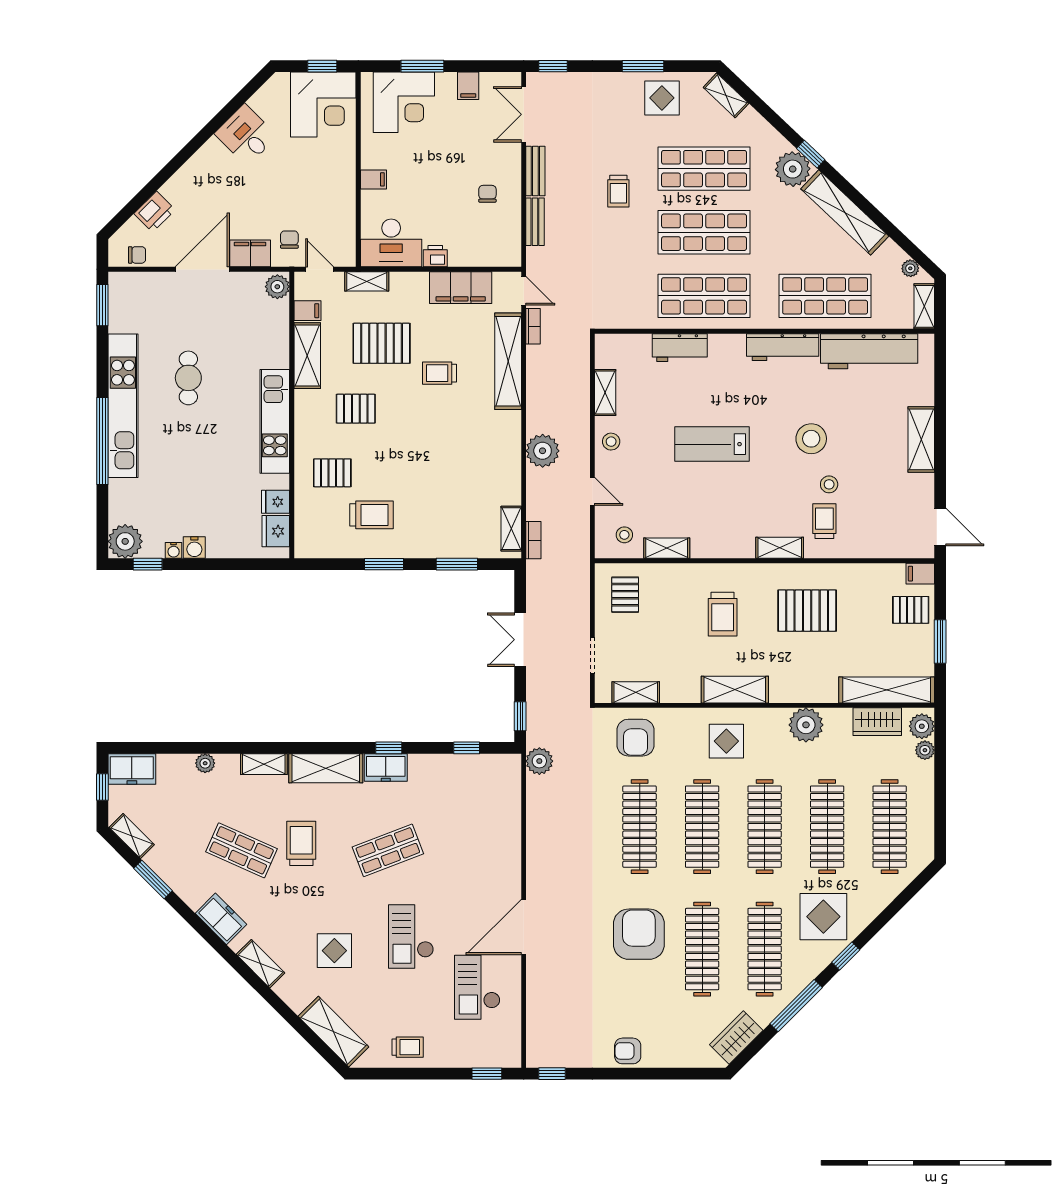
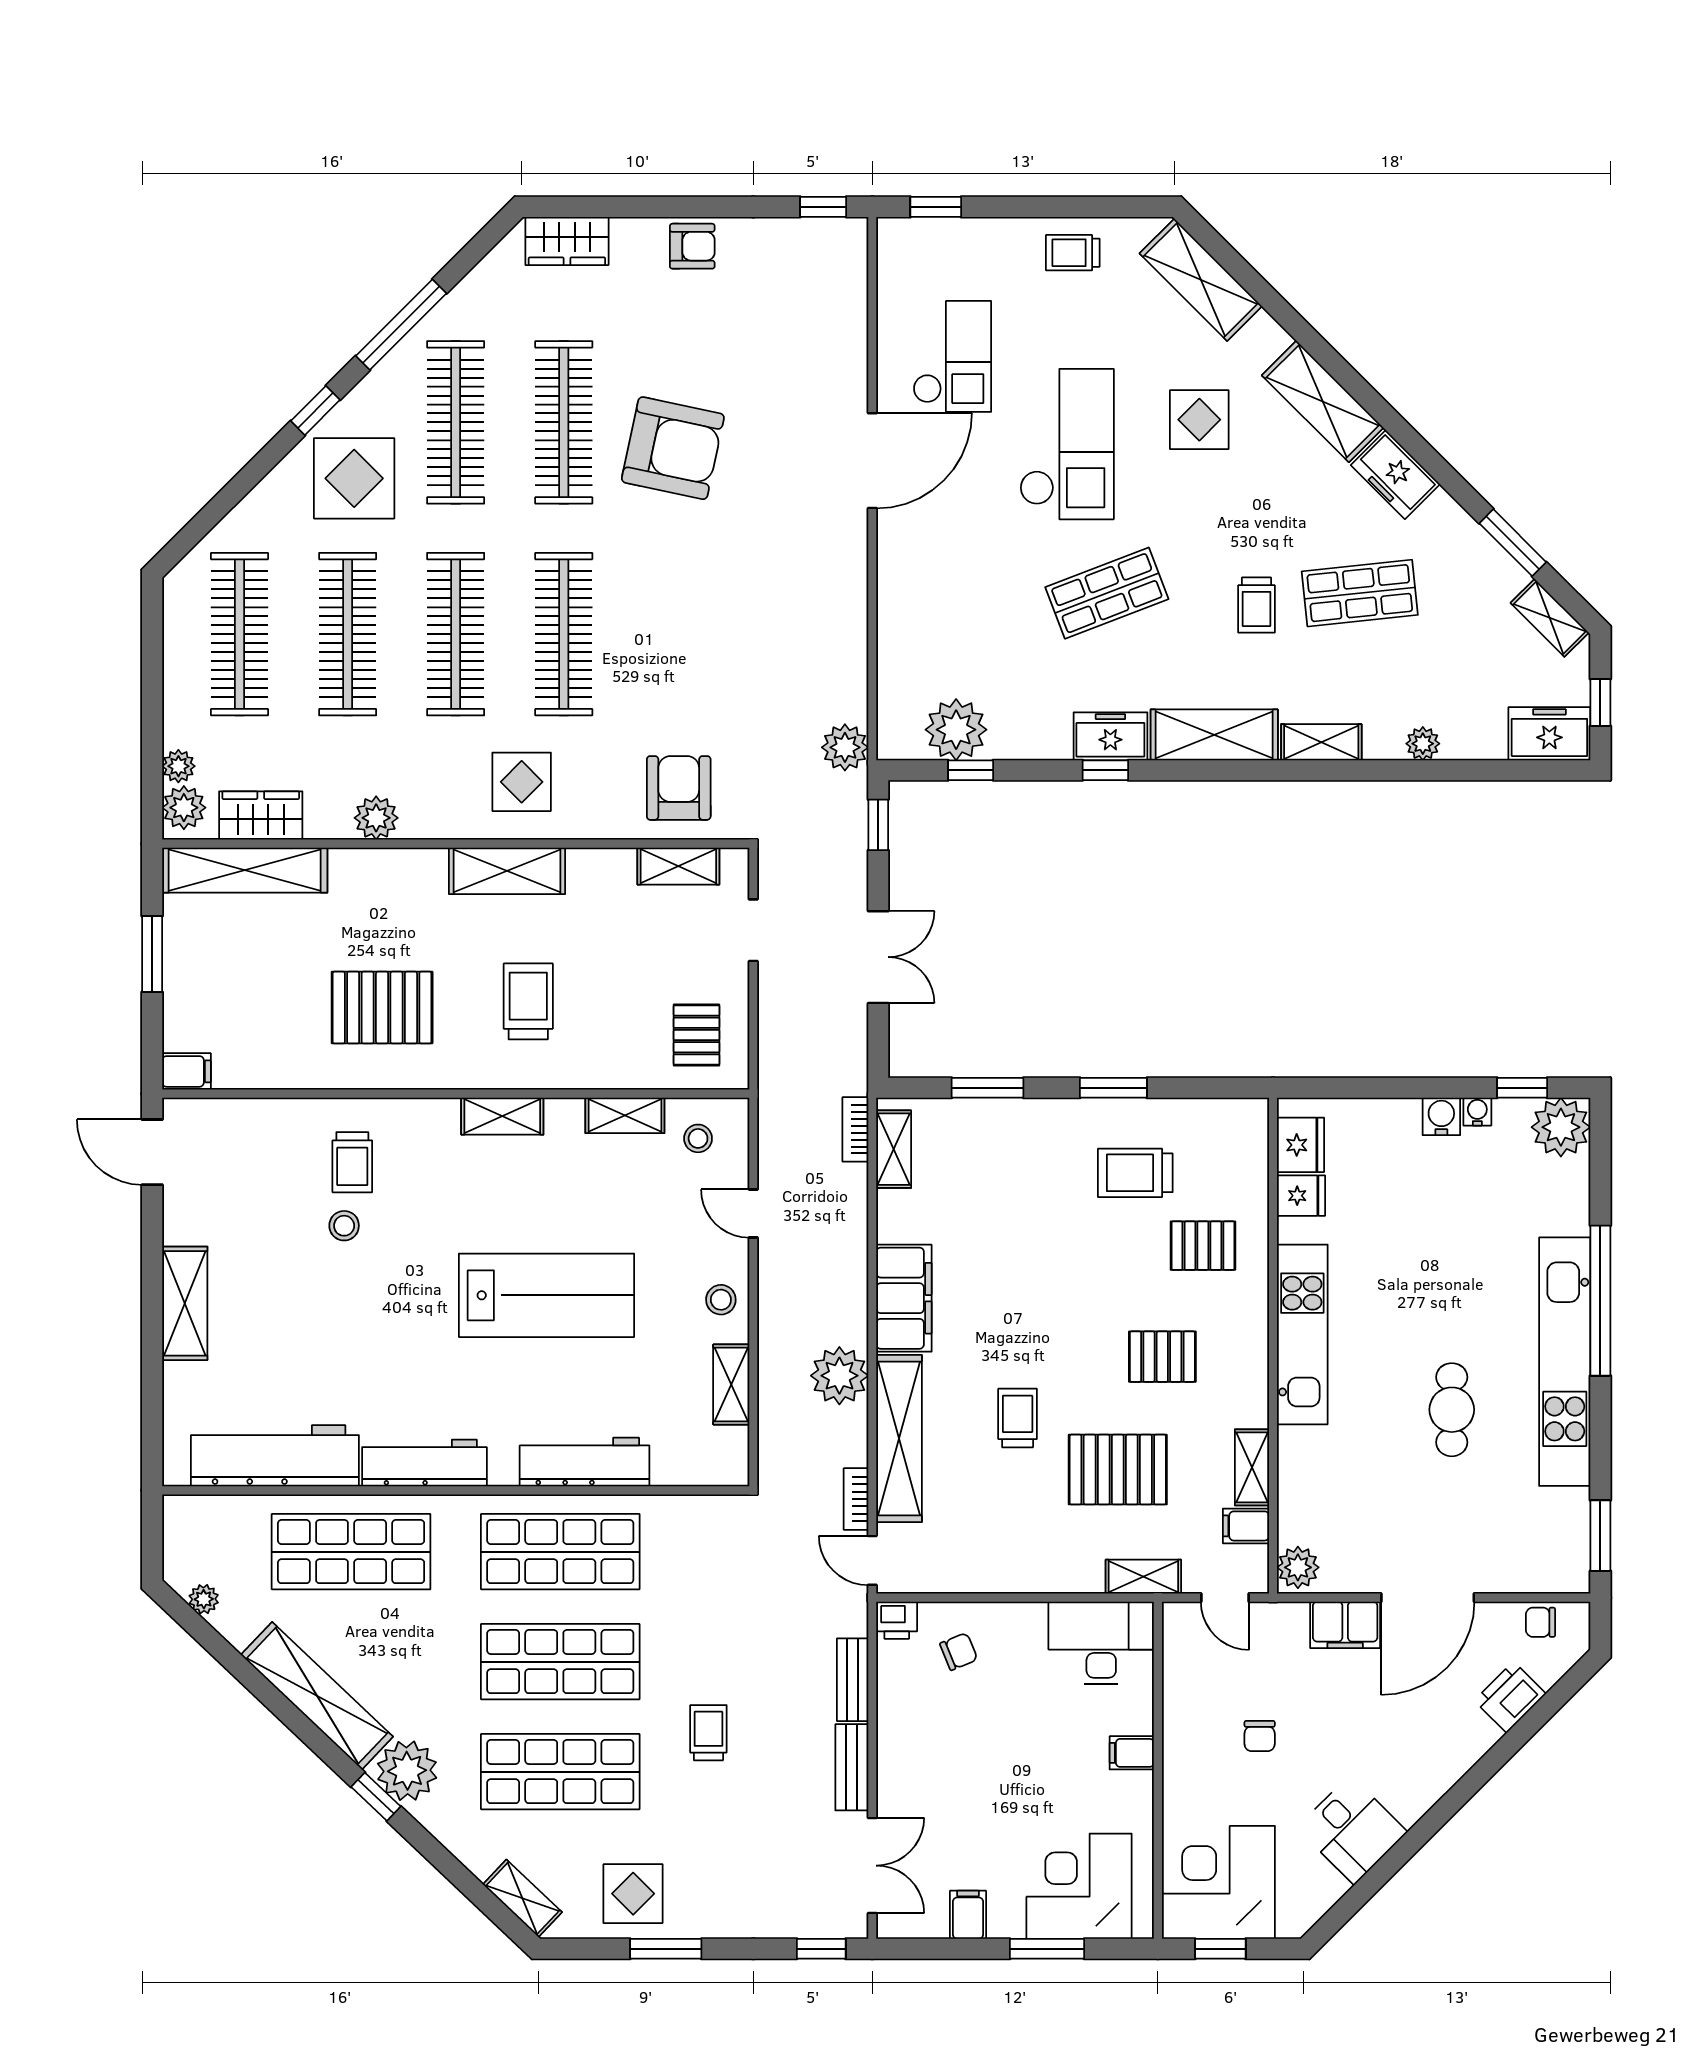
chair: (487, 194) -> (959, 1652), moved, turned -112
chair: (289, 240) -> (1260, 1736), moved
printer: (435, 256) -> (897, 1620), moved
filing cabinet: (461, 288) -> (904, 1298), moved, turned 90
shelving: (924, 306) -> (180, 1533), removed
workbench: (680, 348) -> (585, 1462), width x1.37
shelving: (307, 356) -> (1252, 1467), width x0.67, depth x0.75
trolley: (440, 373) -> (1018, 1418), turned -90
stool: (811, 439) -> (375, 1305), removed
lab bench: (712, 444) -> (546, 1295), width x1.36, depth x1.39
plant: (543, 451) -> (839, 1376), moved
shelving: (780, 548) -> (502, 1116), moved
pallet: (911, 610) -> (203, 1009), removed
plant: (806, 725) -> (376, 818), width x0.73, depth x0.73
plant: (475, 771) -> (956, 730), added
clothes rail: (640, 827) -> (672, 634), removed
trolley: (301, 843) -> (1256, 605), width x0.73, depth x0.72
shop shelf: (242, 850) -> (1360, 593), turned -30
armchair: (639, 934) -> (673, 448), turned -78
checkout: (411, 937) -> (1067, 444), width x1.36, depth x1.21
shelving: (260, 964) -> (1323, 401), width x1.50, depth x1.33
wardrobe: (736, 1038) -> (567, 241), moved, turned 45

